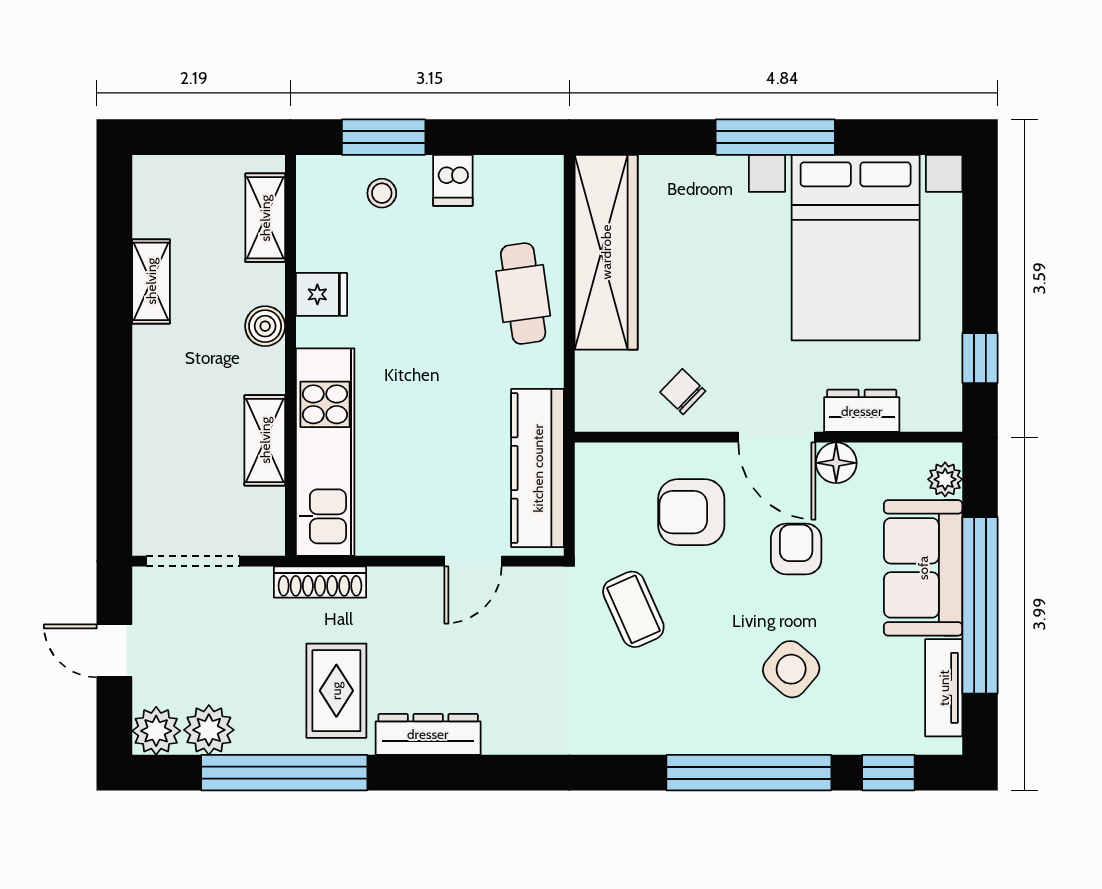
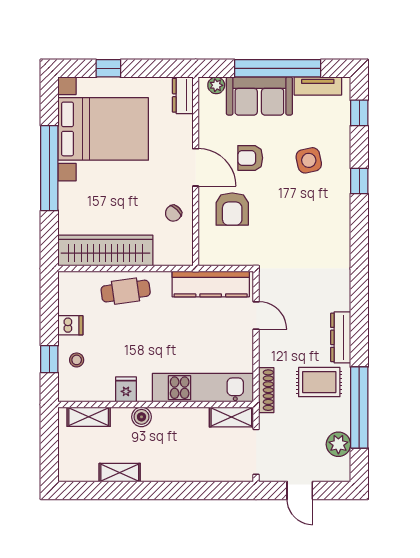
window: (384, 137) -> (49, 359), width x0.67
window: (775, 137) -> (49, 168), width x1.46
window: (980, 358) -> (108, 68), moved
dresser: (862, 411) -> (183, 95), moved
door: (777, 437) -> (196, 167), hinge flipped
shelving: (265, 440) -> (231, 417), moved
floor lamp: (836, 463) -> (208, 138), removed
coffee table: (633, 609) -> (280, 237), removed
door: (114, 651) -> (300, 490), hinge flipped
side table: (791, 669) -> (309, 160), turned 37
plant: (156, 731) -> (339, 470), removed
window: (749, 773) -> (359, 181), width x0.32

